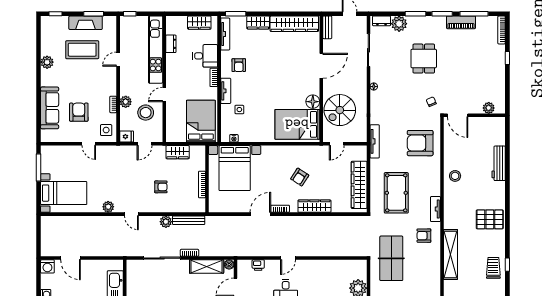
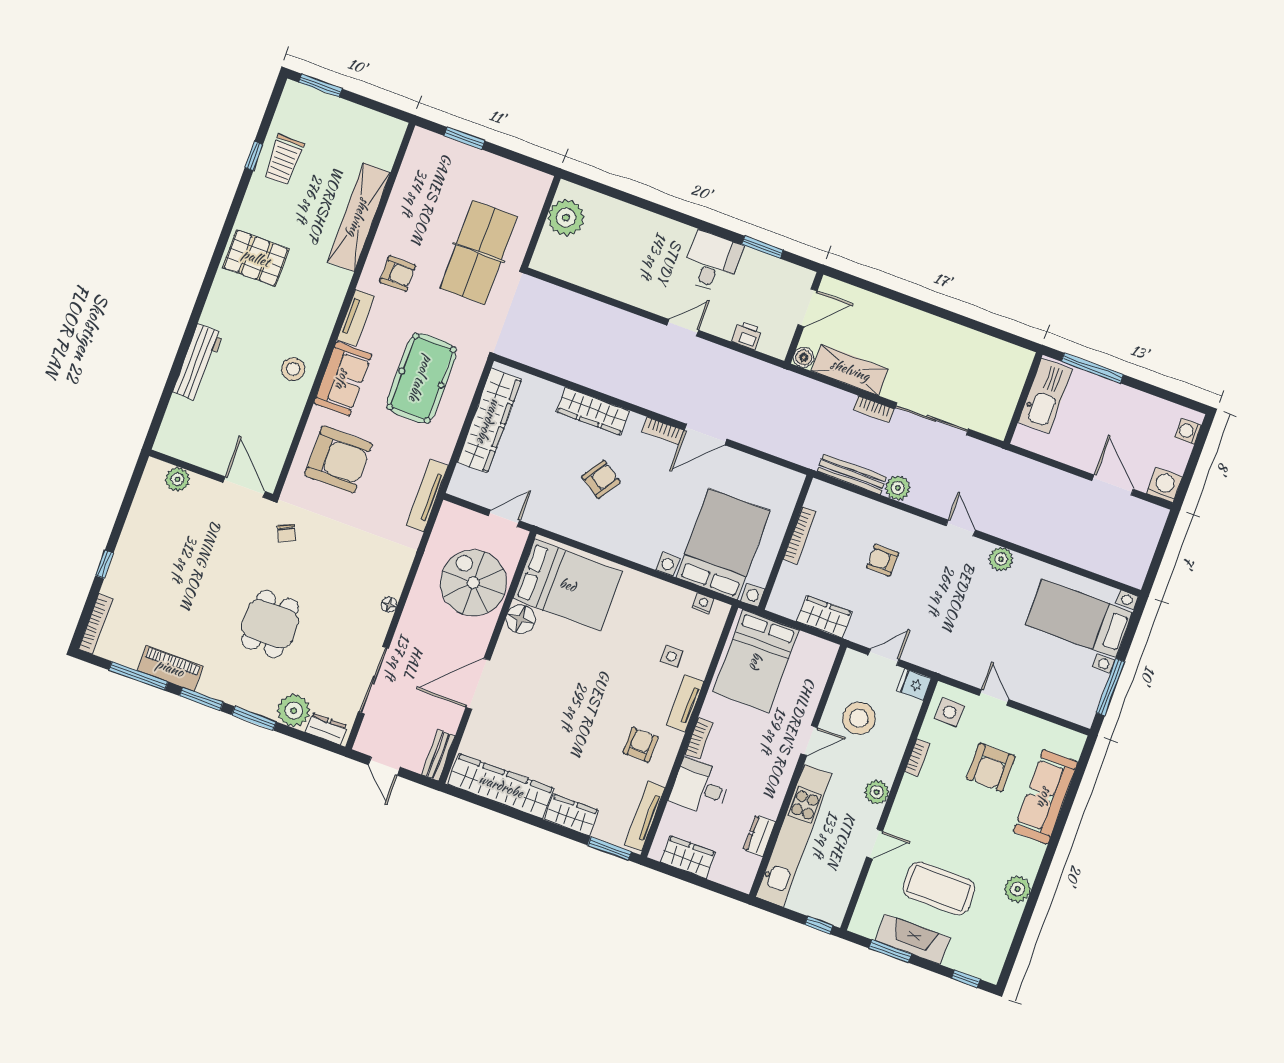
plant: (126, 102) -> (877, 792), moved
spiral stairs: (340, 110) -> (473, 583), turned -90
sofa: (431, 180) -> (343, 379), added

